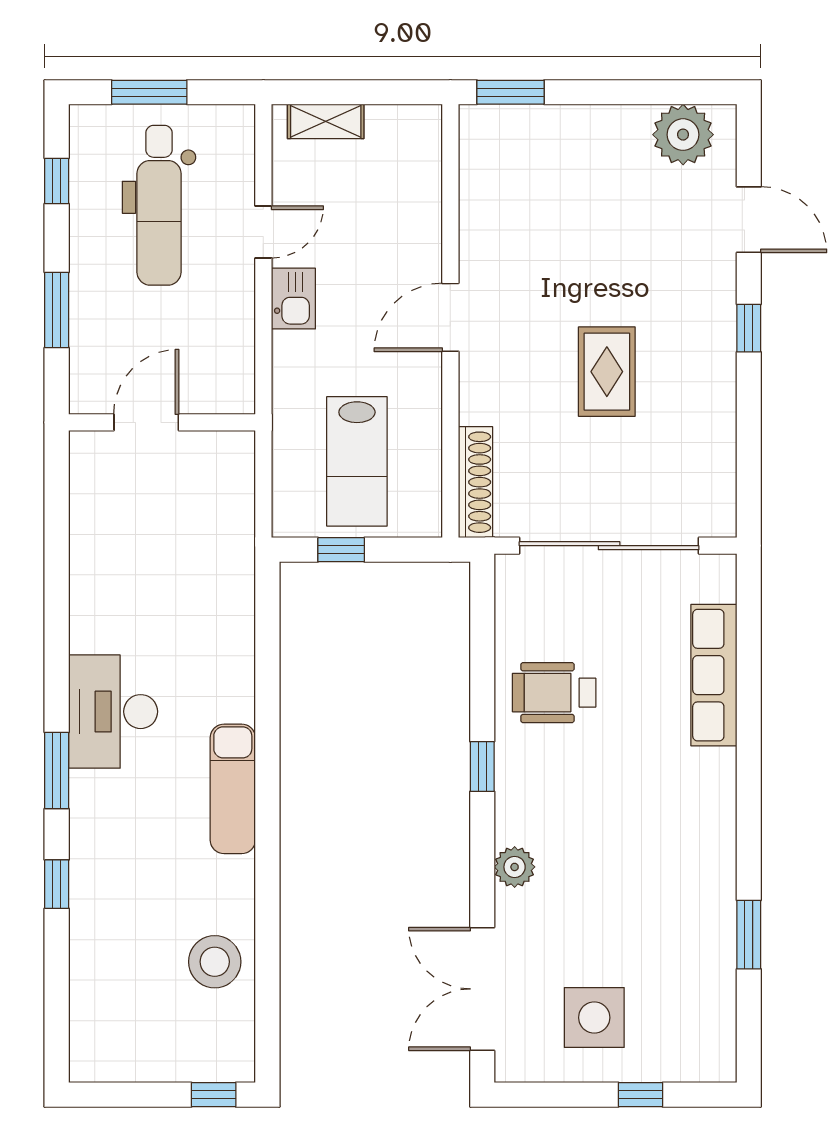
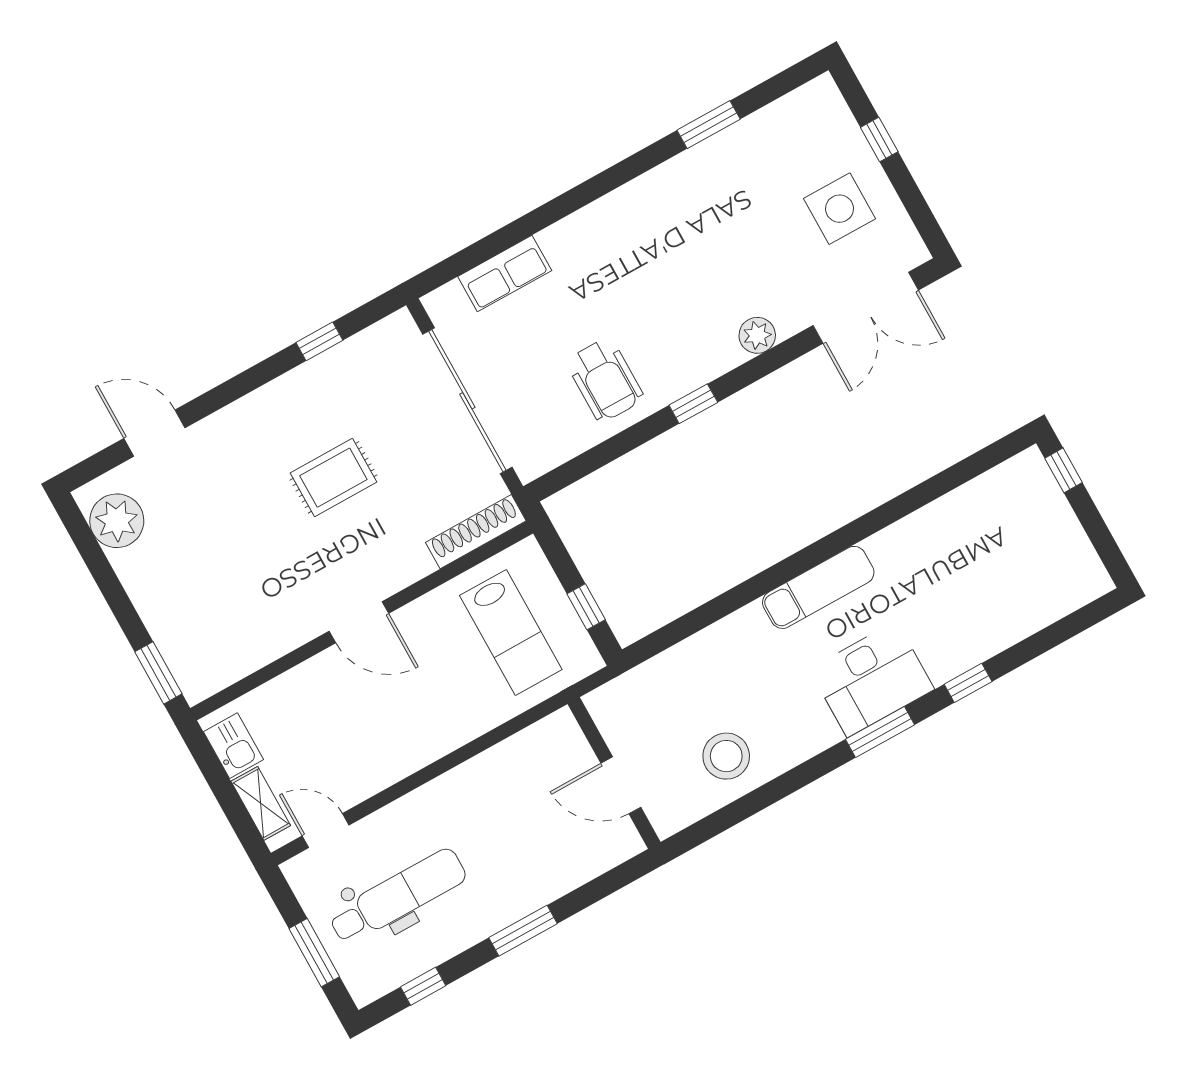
door: (749, 220) -> (154, 433), hinge flipped
door: (263, 232) -> (326, 831), moved
kitchen sink: (293, 299) -> (233, 746), moved, turned 90
window: (749, 328) -> (319, 341), moved
door: (146, 422) -> (621, 785), moved
wall: (162, 422) -> (614, 773), moved
lab bench: (357, 461) -> (511, 632), turned 90
row of seats: (714, 675) -> (505, 274), width x0.68
desk: (113, 712) -> (872, 679), moved
stool: (215, 962) -> (726, 756), moved

